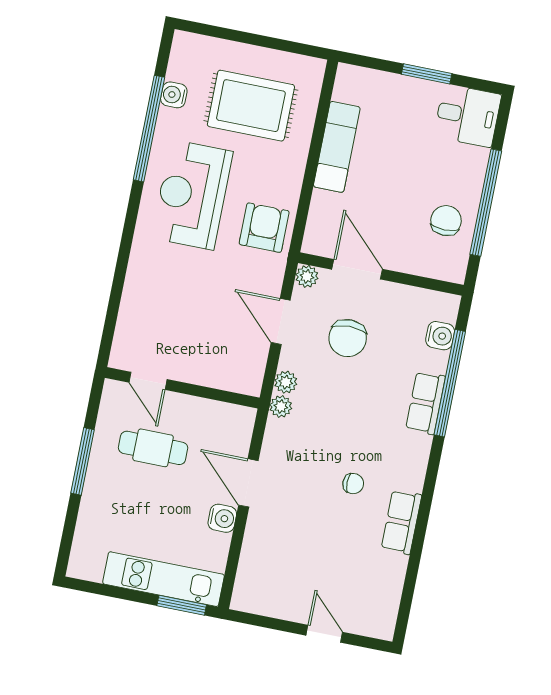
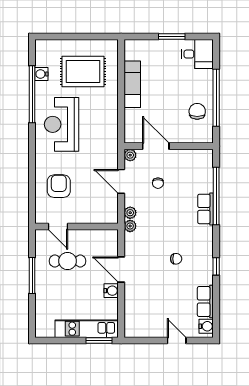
armchair: (264, 228) -> (59, 186), moved
water cooler: (440, 336) -> (206, 326), moved
chair: (348, 338) -> (158, 183), width x0.54, depth x0.54
window: (424, 512) -> (216, 266), added
row of seats: (401, 522) -> (205, 301), moved

